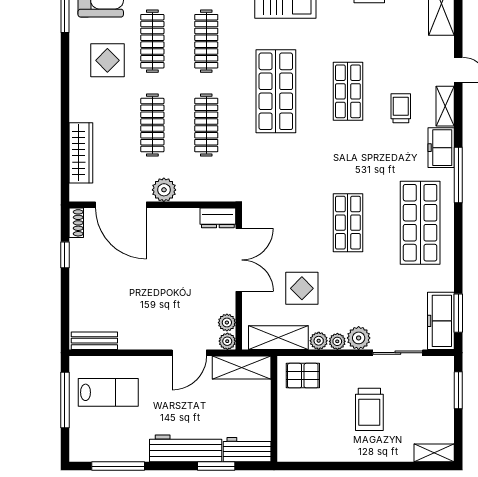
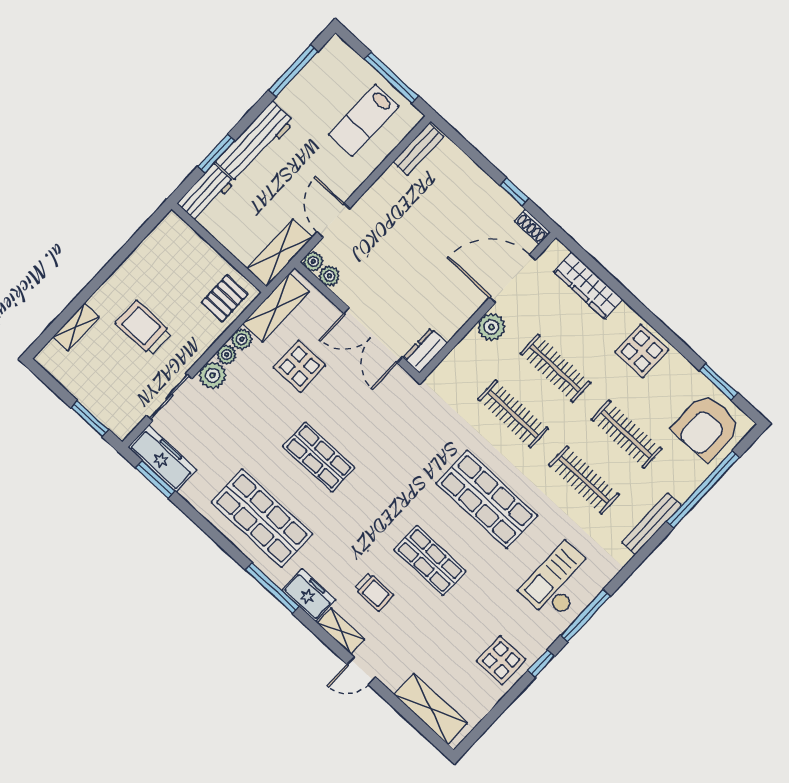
display table: (107, 60) -> (642, 351), moved
shelving: (434, 453) -> (76, 327), moved

